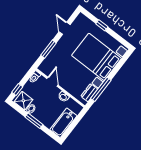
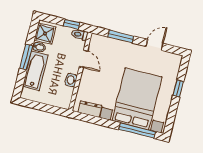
door: (53, 82) -> (83, 59), hinge flipped
window: (17, 89) -> (72, 24), moved
window: (101, 89) -> (137, 131), moved
bathtub: (63, 123) -> (35, 71), moved, turned 90

